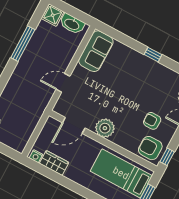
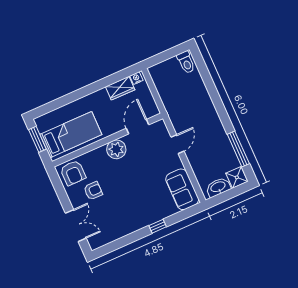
window: (23, 44) -> (238, 149), moved
window: (153, 55) -> (158, 226), moved
armchair: (150, 148) -> (73, 173), turned 90
window: (167, 157) -> (56, 181), removed

